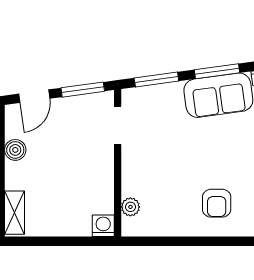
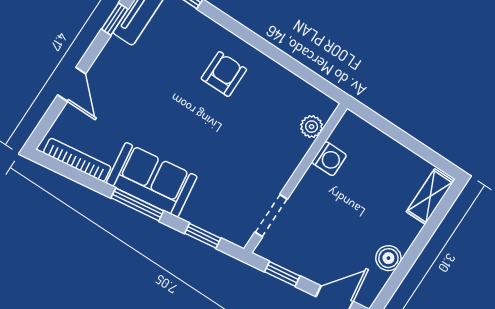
window: (156, 79) -> (203, 236), width x0.67
window: (83, 90) -> (282, 274), width x0.67
washing machine: (103, 226) -> (329, 159), moved, turned -90

